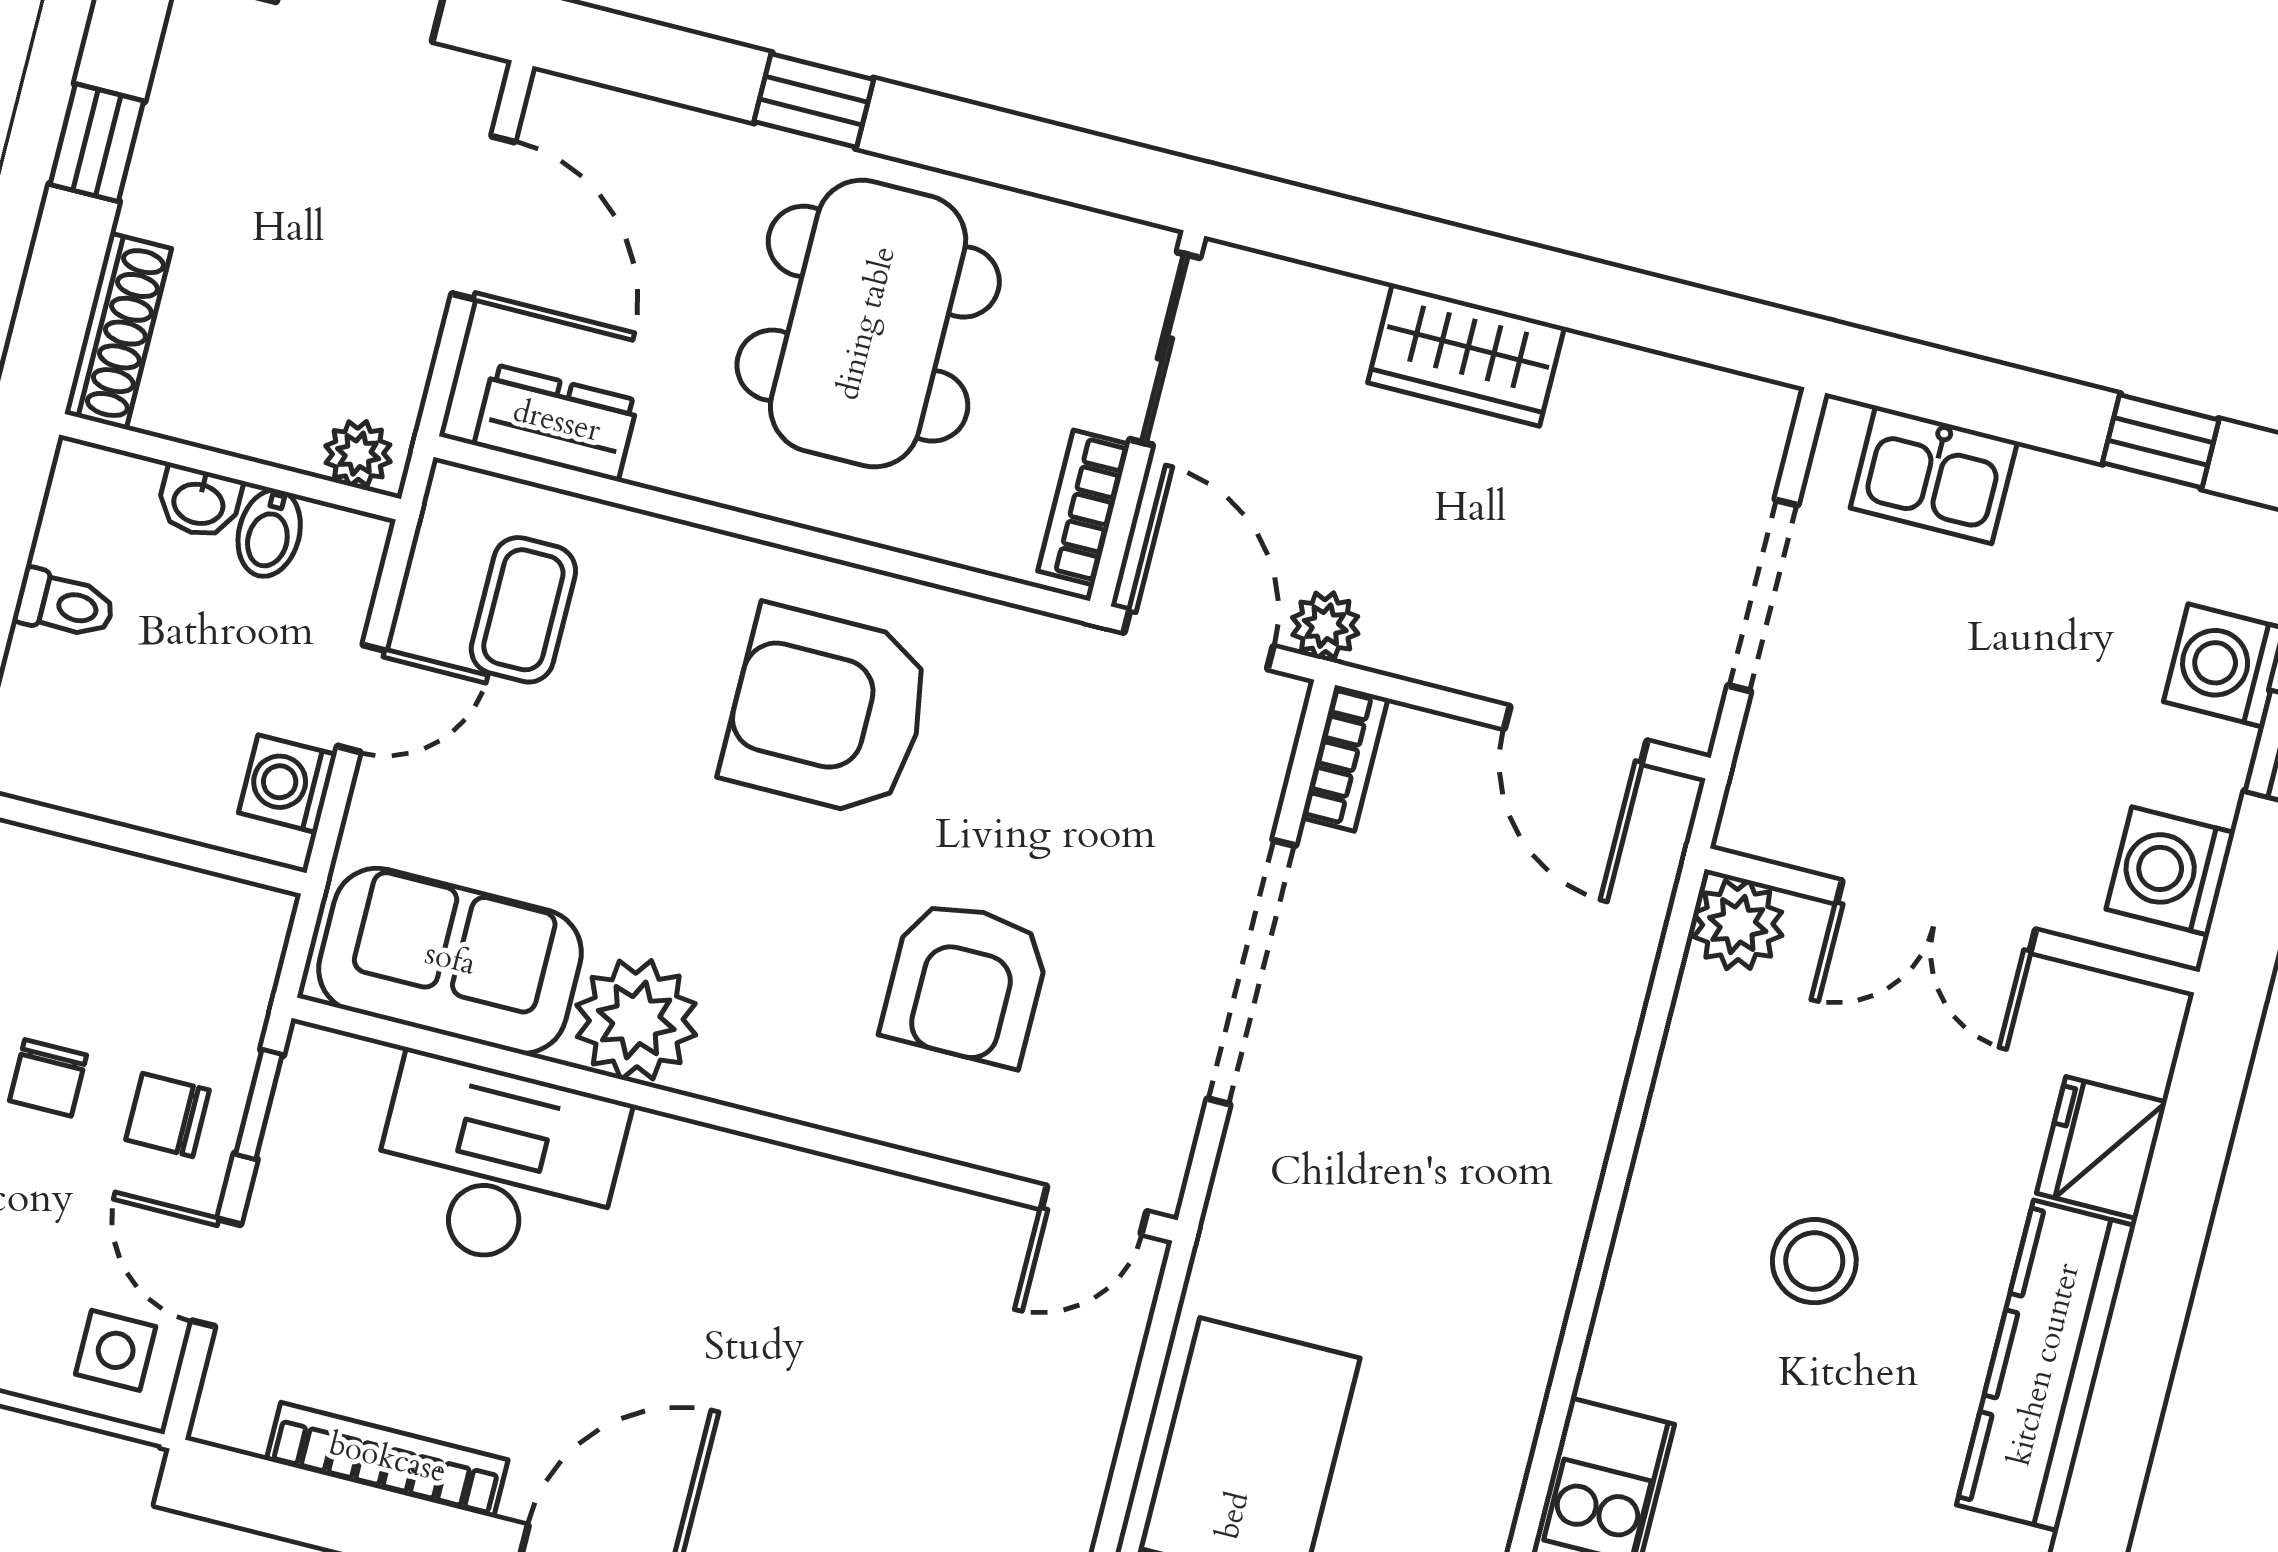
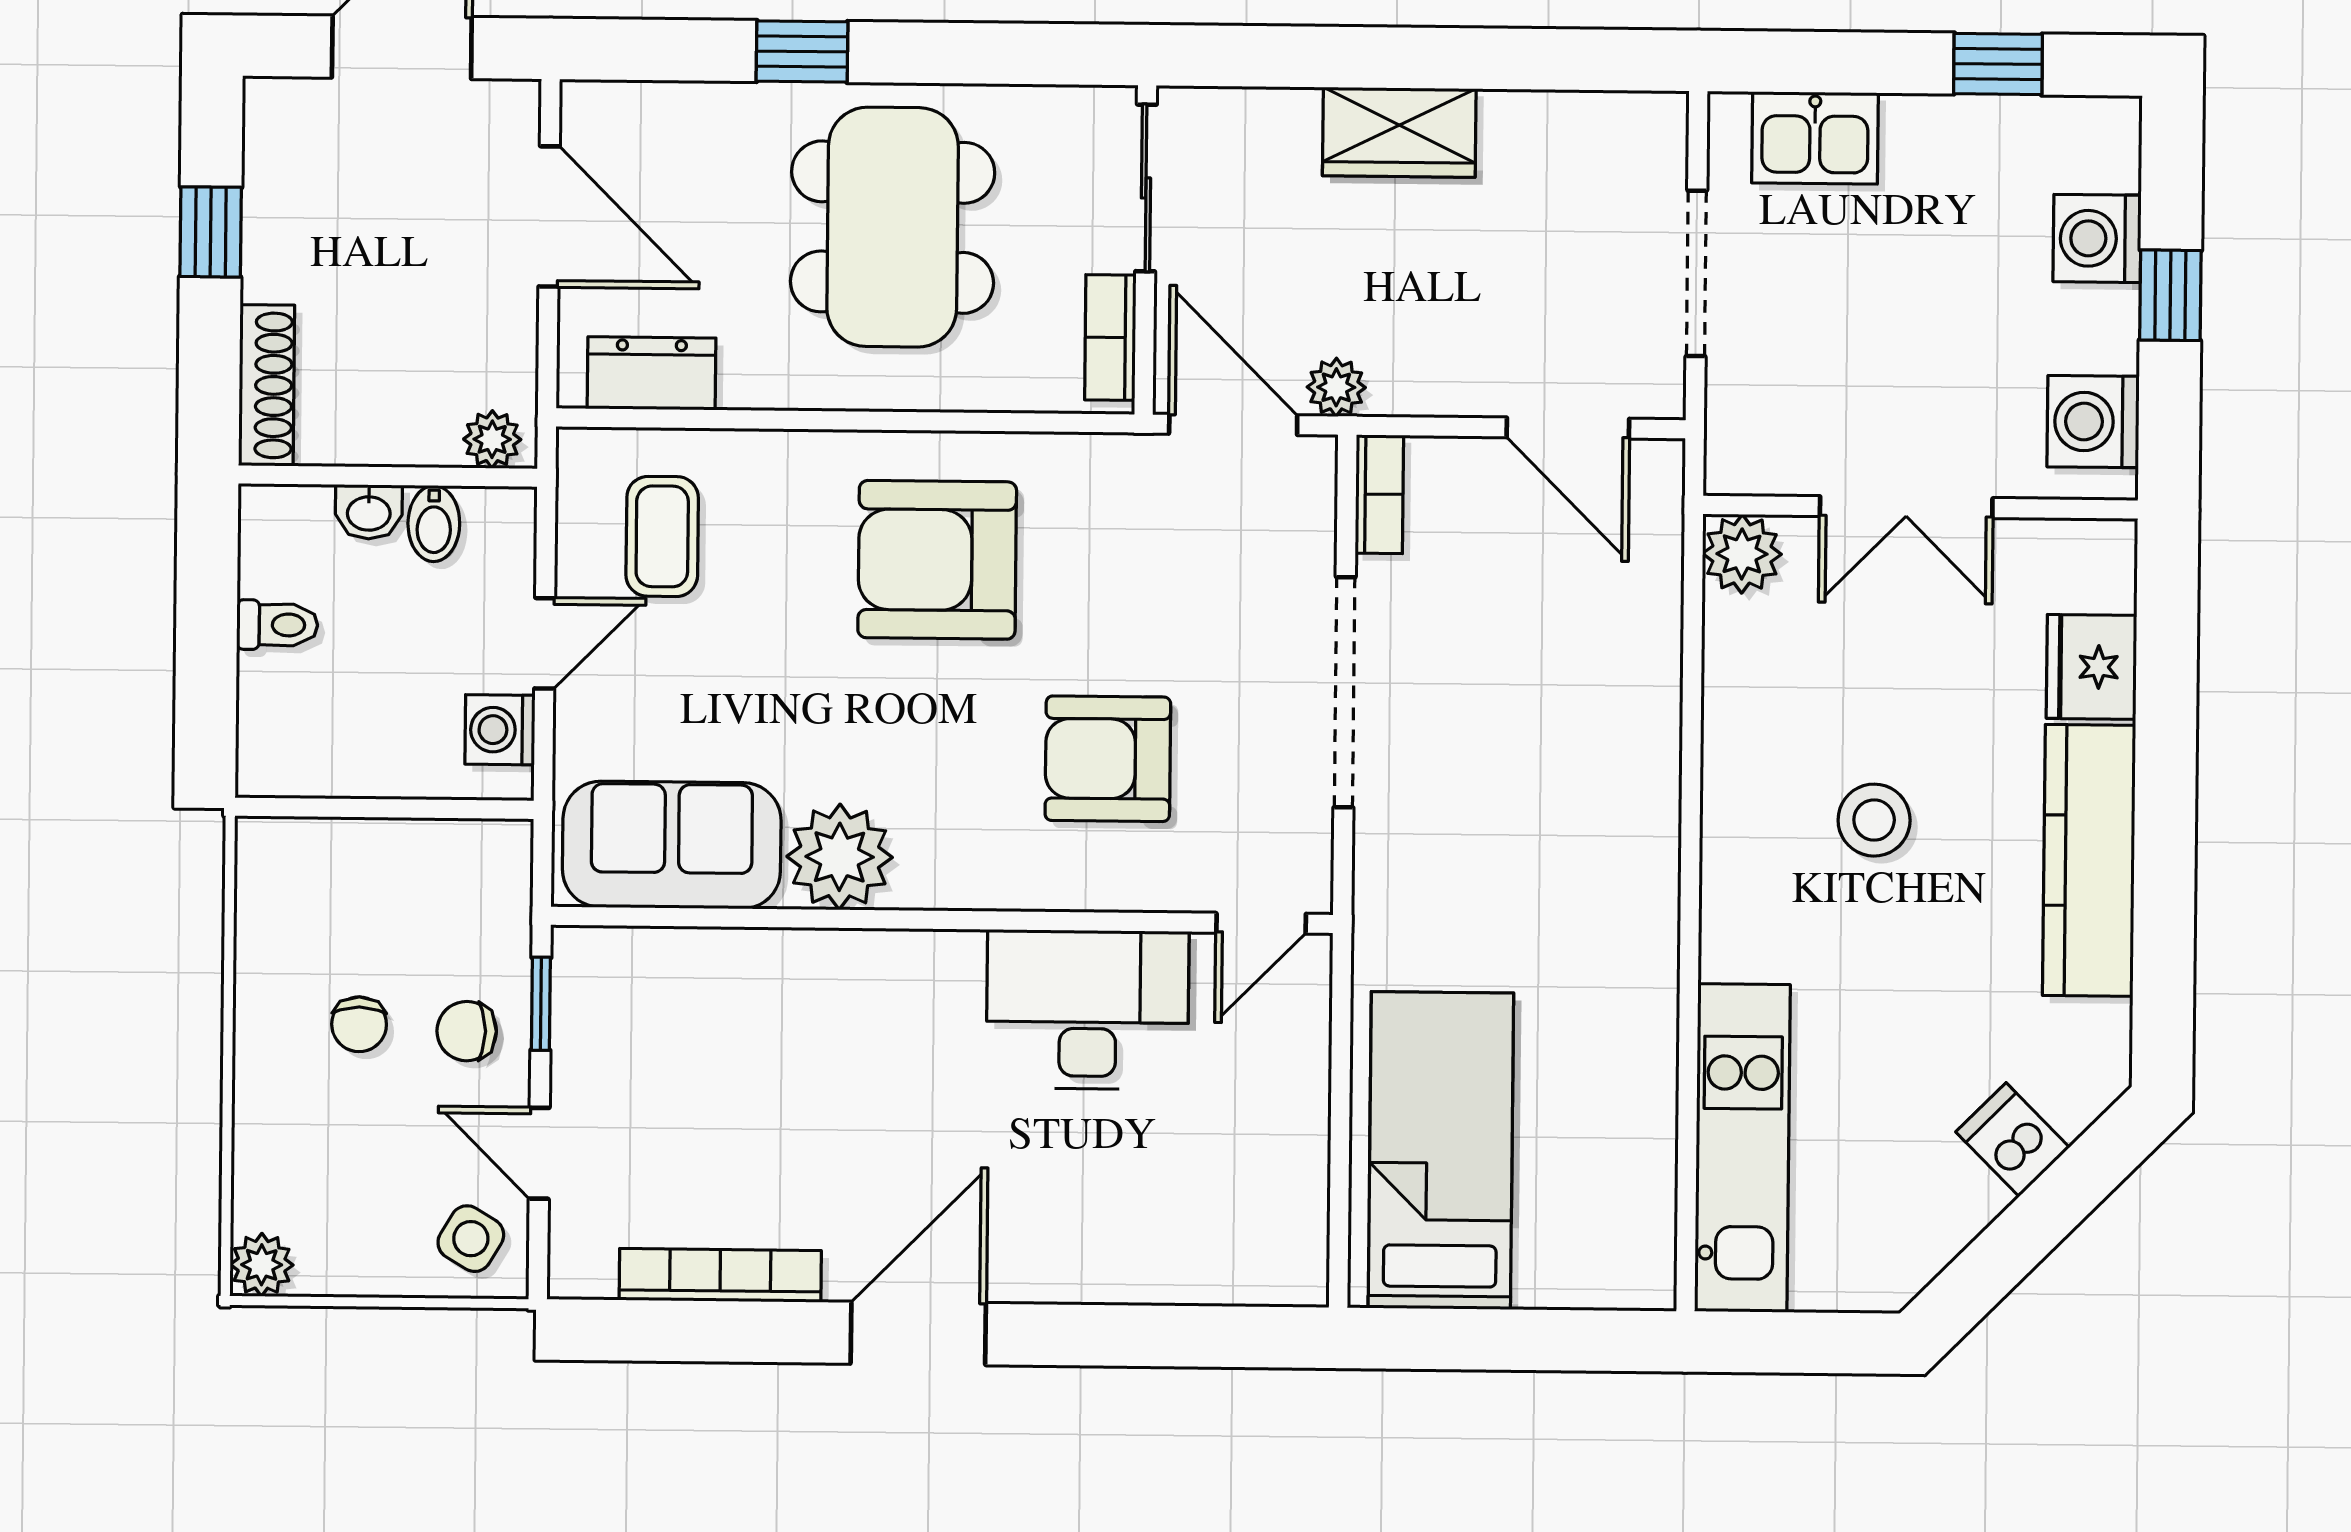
armchair: (966, 983) -> (1108, 759), turned 90
desk: (498, 1165) -> (1088, 1010), moved
side table: (116, 1350) -> (471, 1239), turned 31

